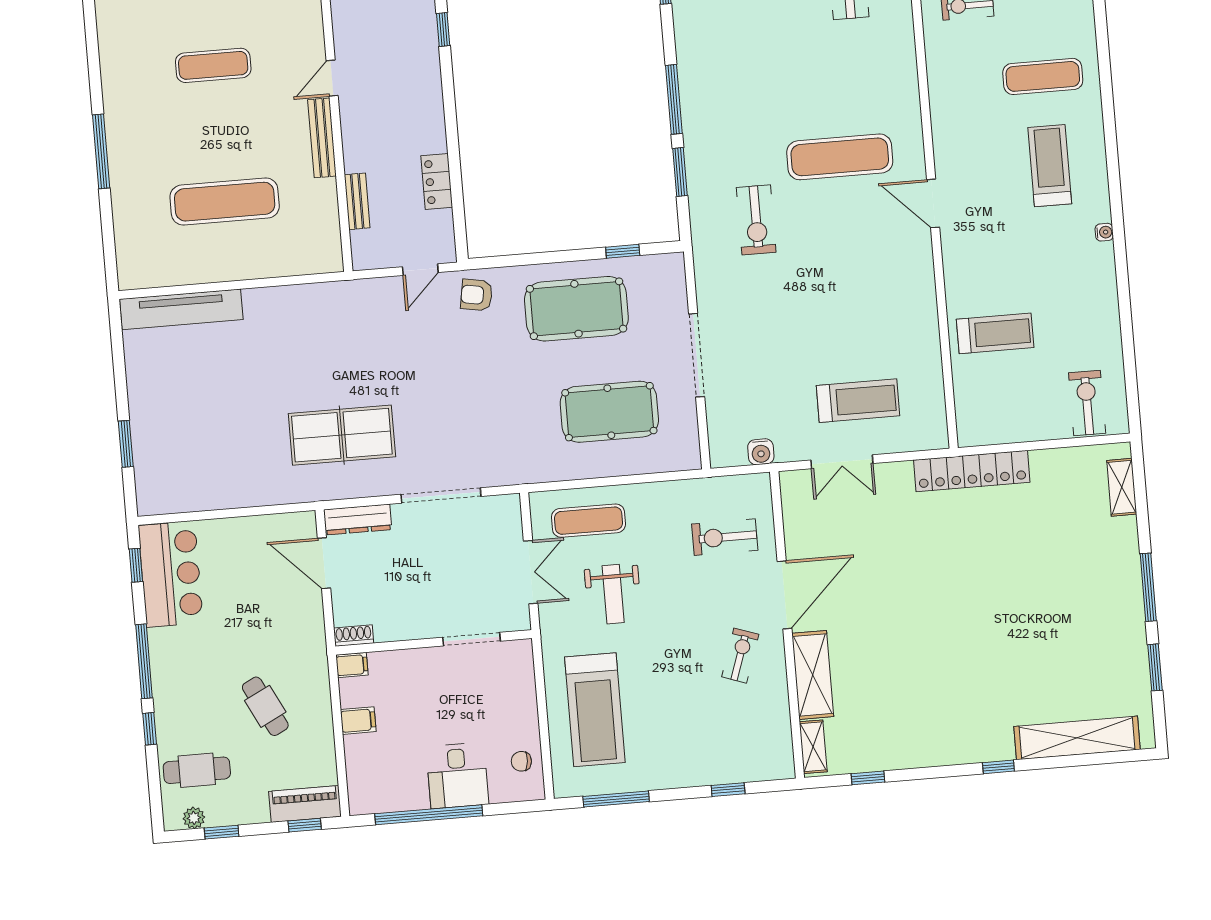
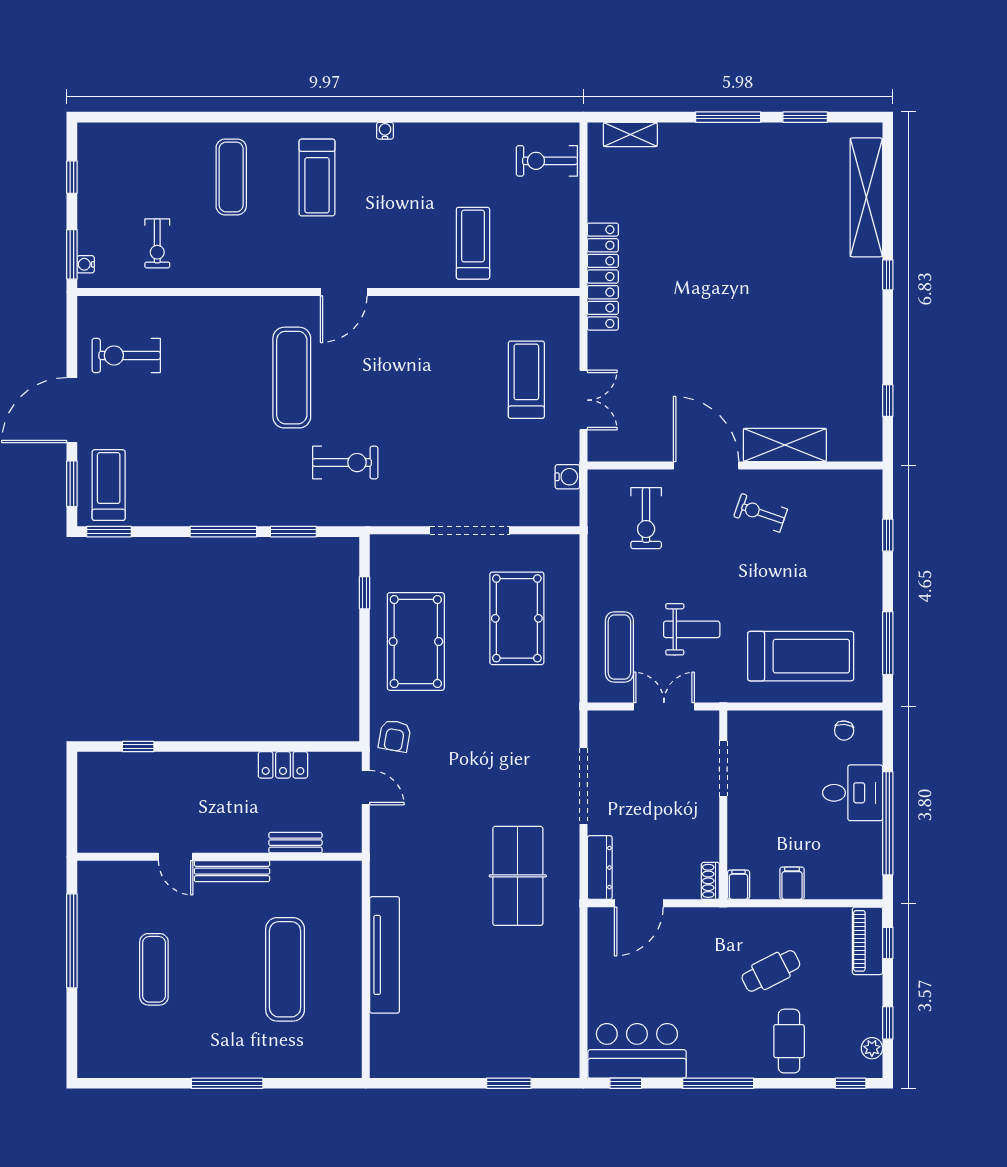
treadmill: (1050, 166) -> (317, 178), turned -90
tv unit: (181, 309) -> (385, 955), moved
window: (150, 729) -> (851, 1083), moved
shelving: (813, 747) -> (854, 450), removed
cafe table: (197, 770) -> (789, 1041), moved

